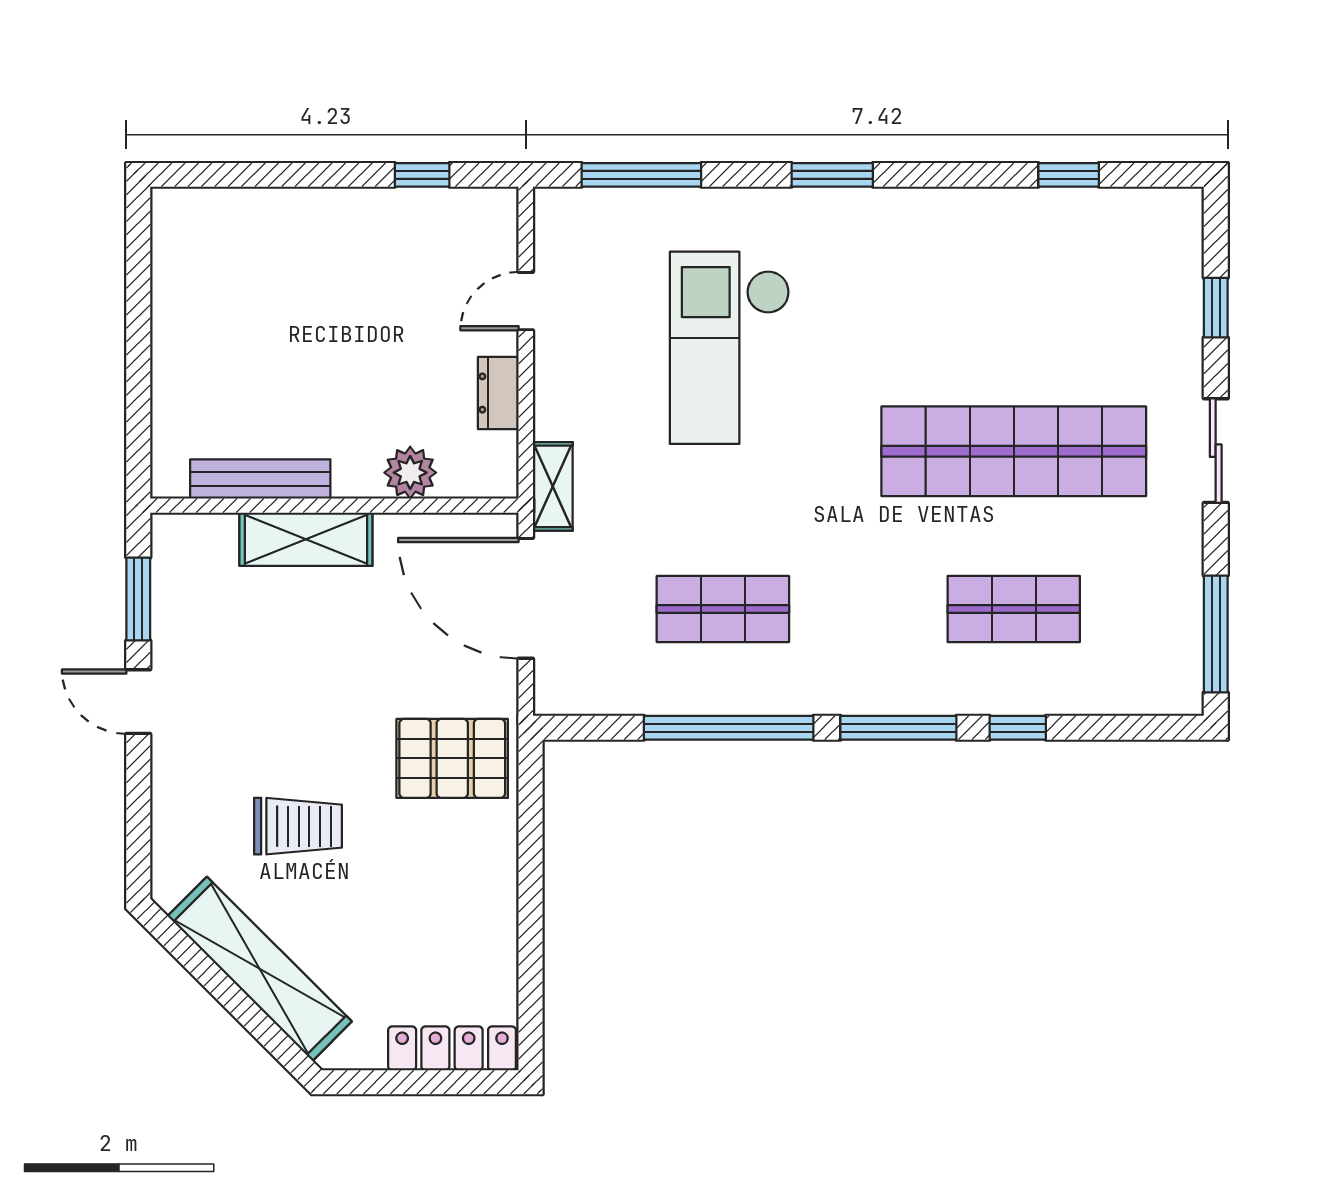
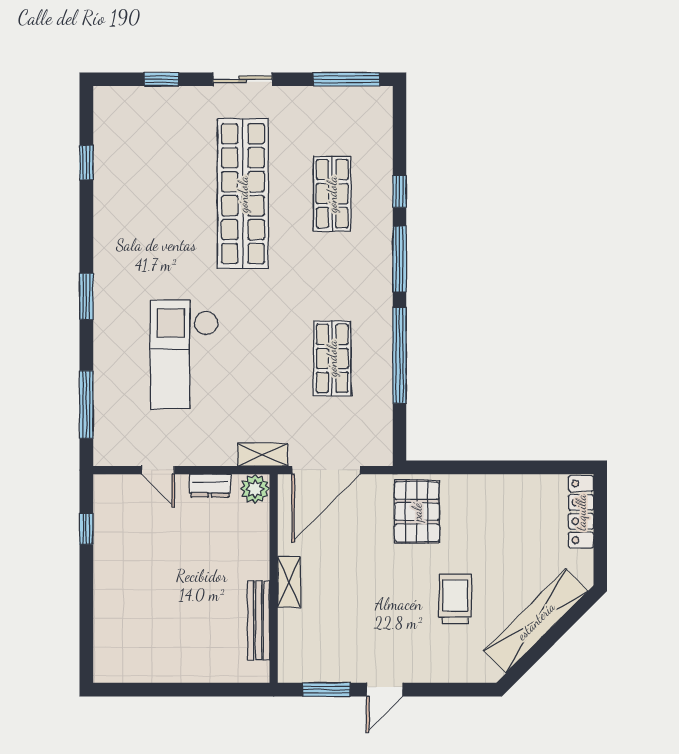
checkout: (730, 348) -> (184, 355), turned 90
plant: (410, 473) -> (255, 489), moved
shelving: (306, 539) -> (289, 582), width x0.67, depth x0.75

